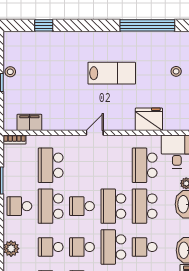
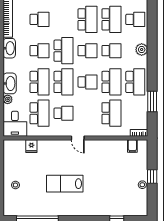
fridge: (149, 119) -> (31, 146), width x0.53, depth x0.75
filing cabinet: (29, 122) -> (132, 146), width x0.50
door: (95, 133) -> (78, 138), hinge flipped
school desk: (113, 165) -> (63, 113), added
school desk: (19, 206) -> (135, 82), width x1.85

